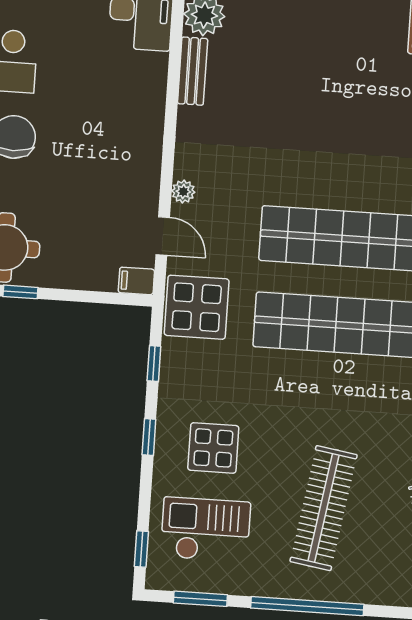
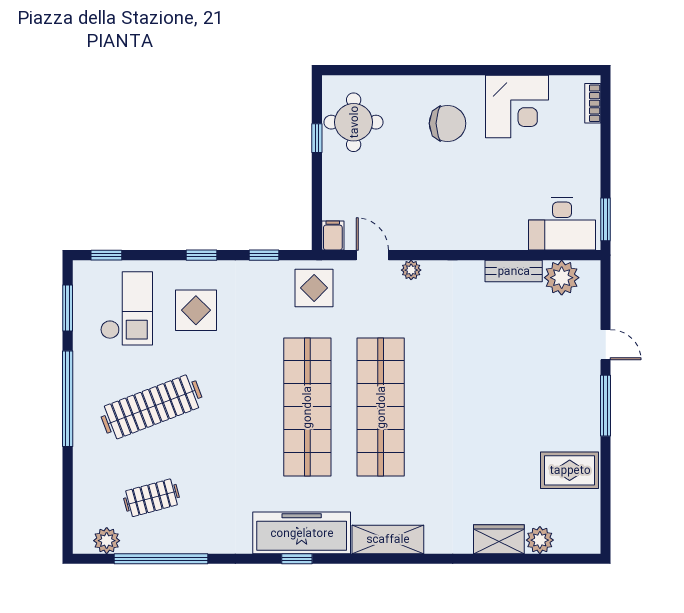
door: (163, 236) -> (372, 255), swing flipped
display table: (197, 307) -> (314, 288), width x0.73, depth x0.73
clothes rail: (324, 508) -> (151, 407), turned -30

